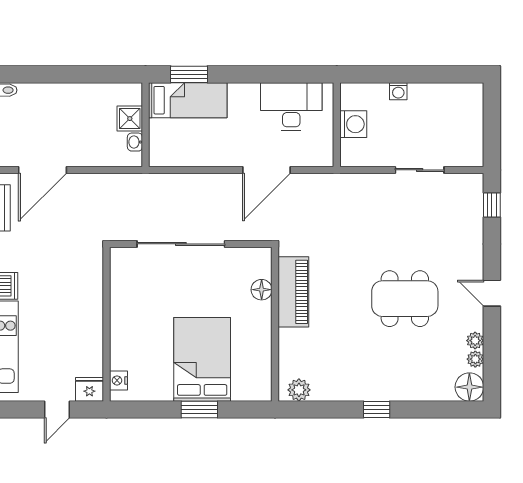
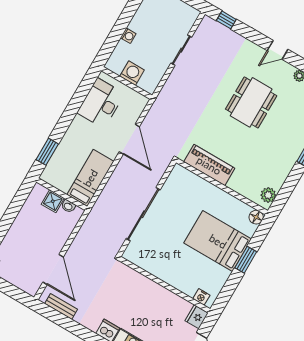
bed: (188, 100) -> (90, 178), moved
floor lamp: (262, 290) -> (256, 217), moved

